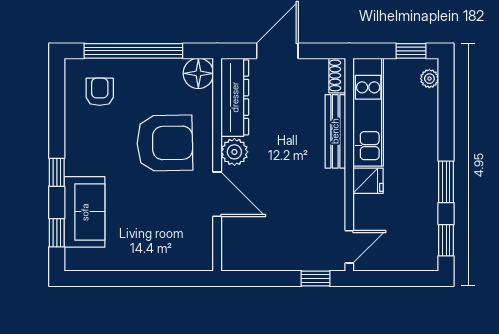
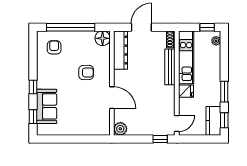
armchair: (165, 143) -> (86, 72), width x0.53, depth x0.53
plant: (234, 152) -> (120, 129), moved
kitchen counter: (424, 242) -> (213, 121), added

